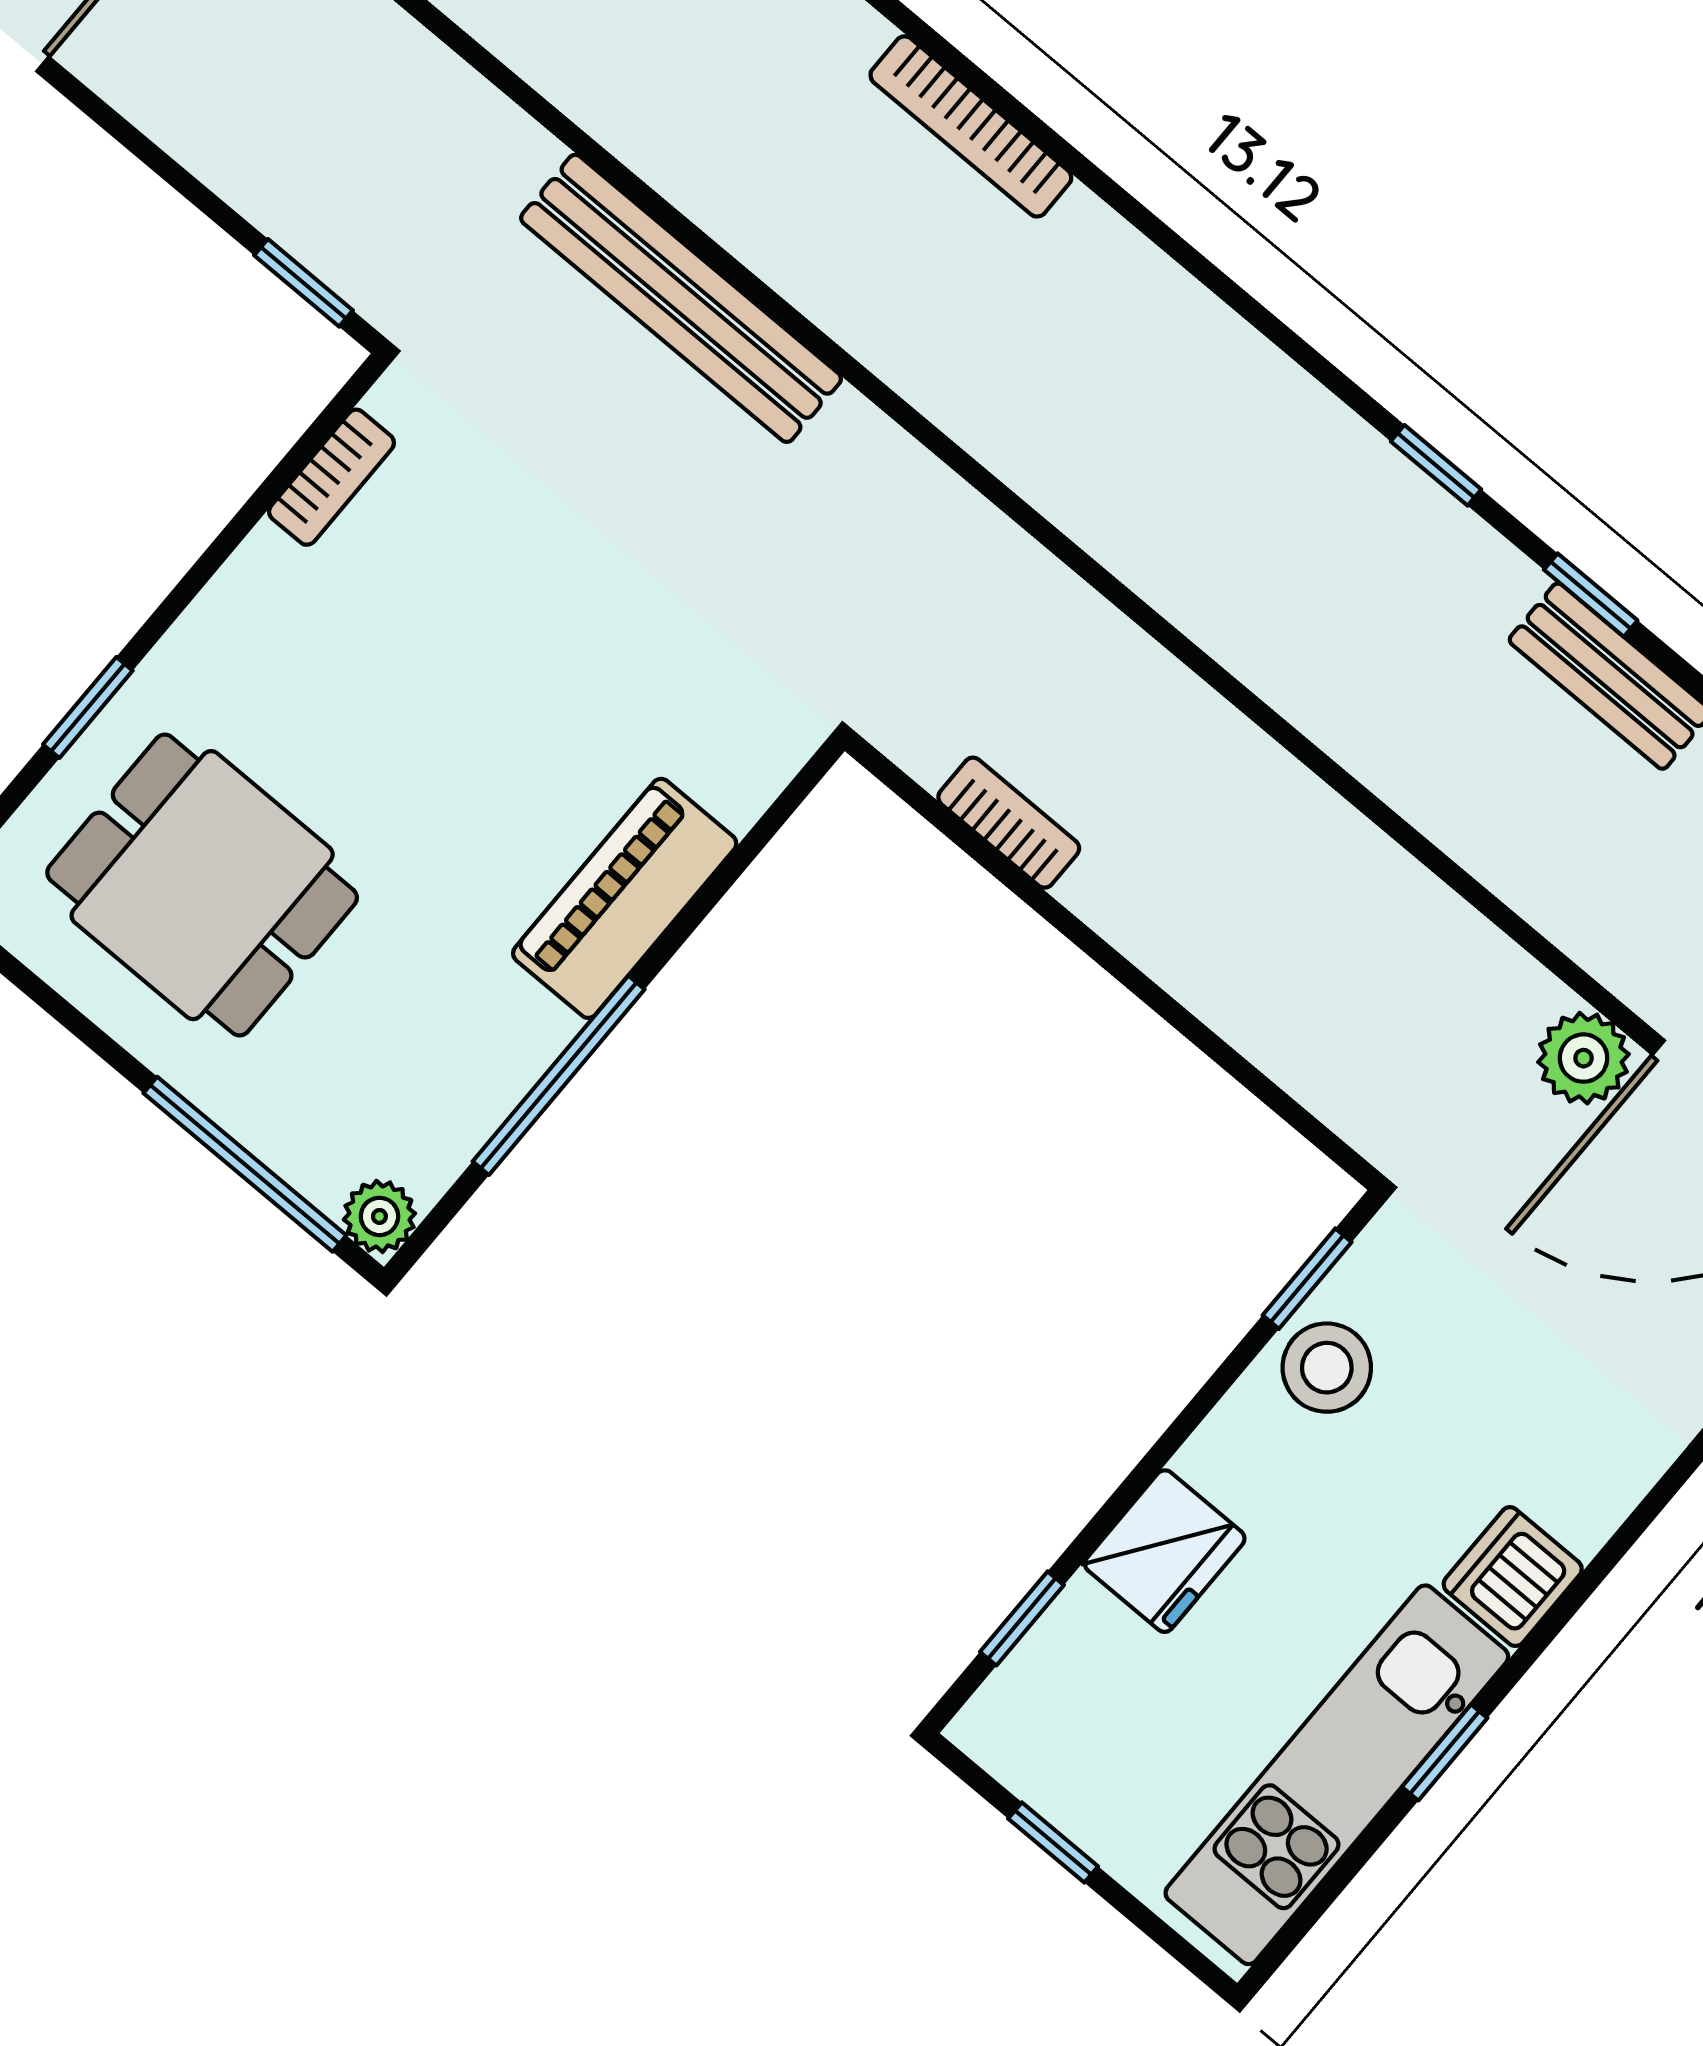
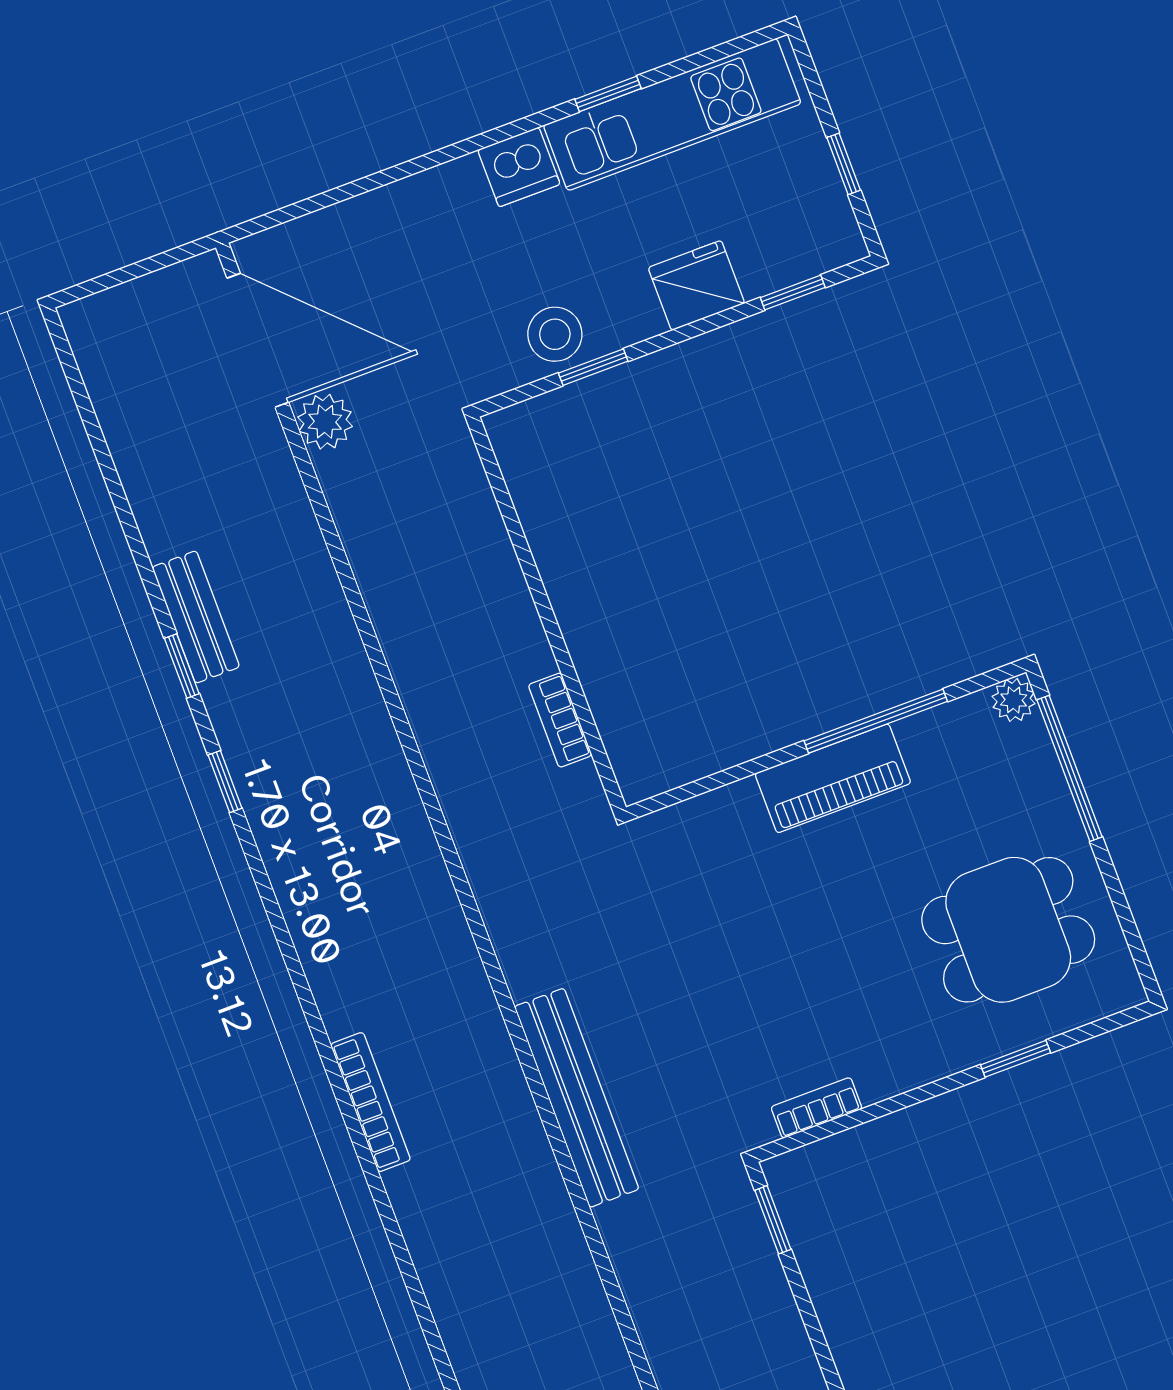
dining table: (202, 885) -> (1008, 930), turned 90
piano: (625, 898) -> (833, 778), moved
window: (1307, 1279) -> (593, 367), moved

